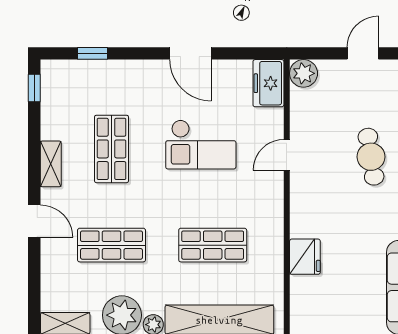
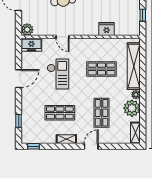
shop shelf: (213, 245) -> (102, 69), turned 90

